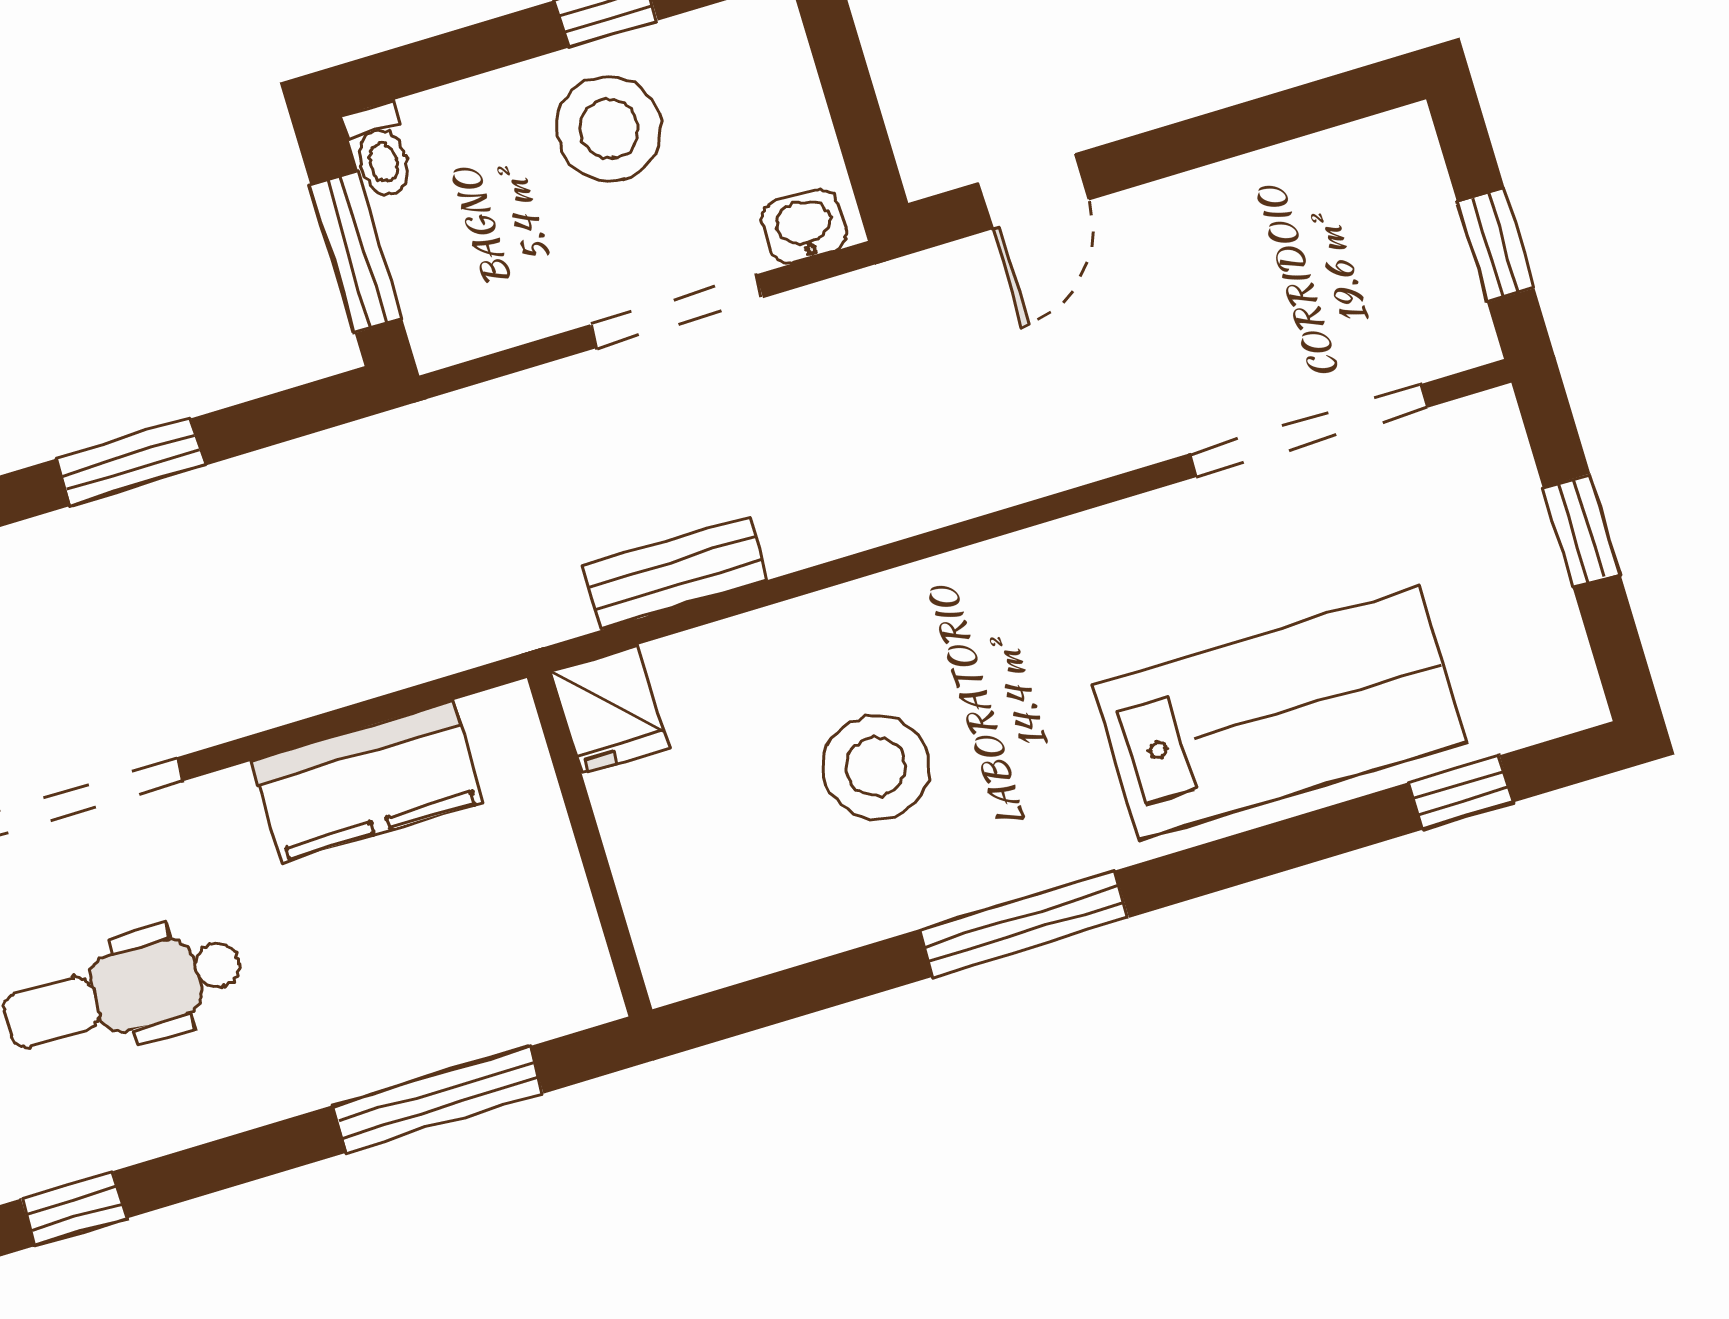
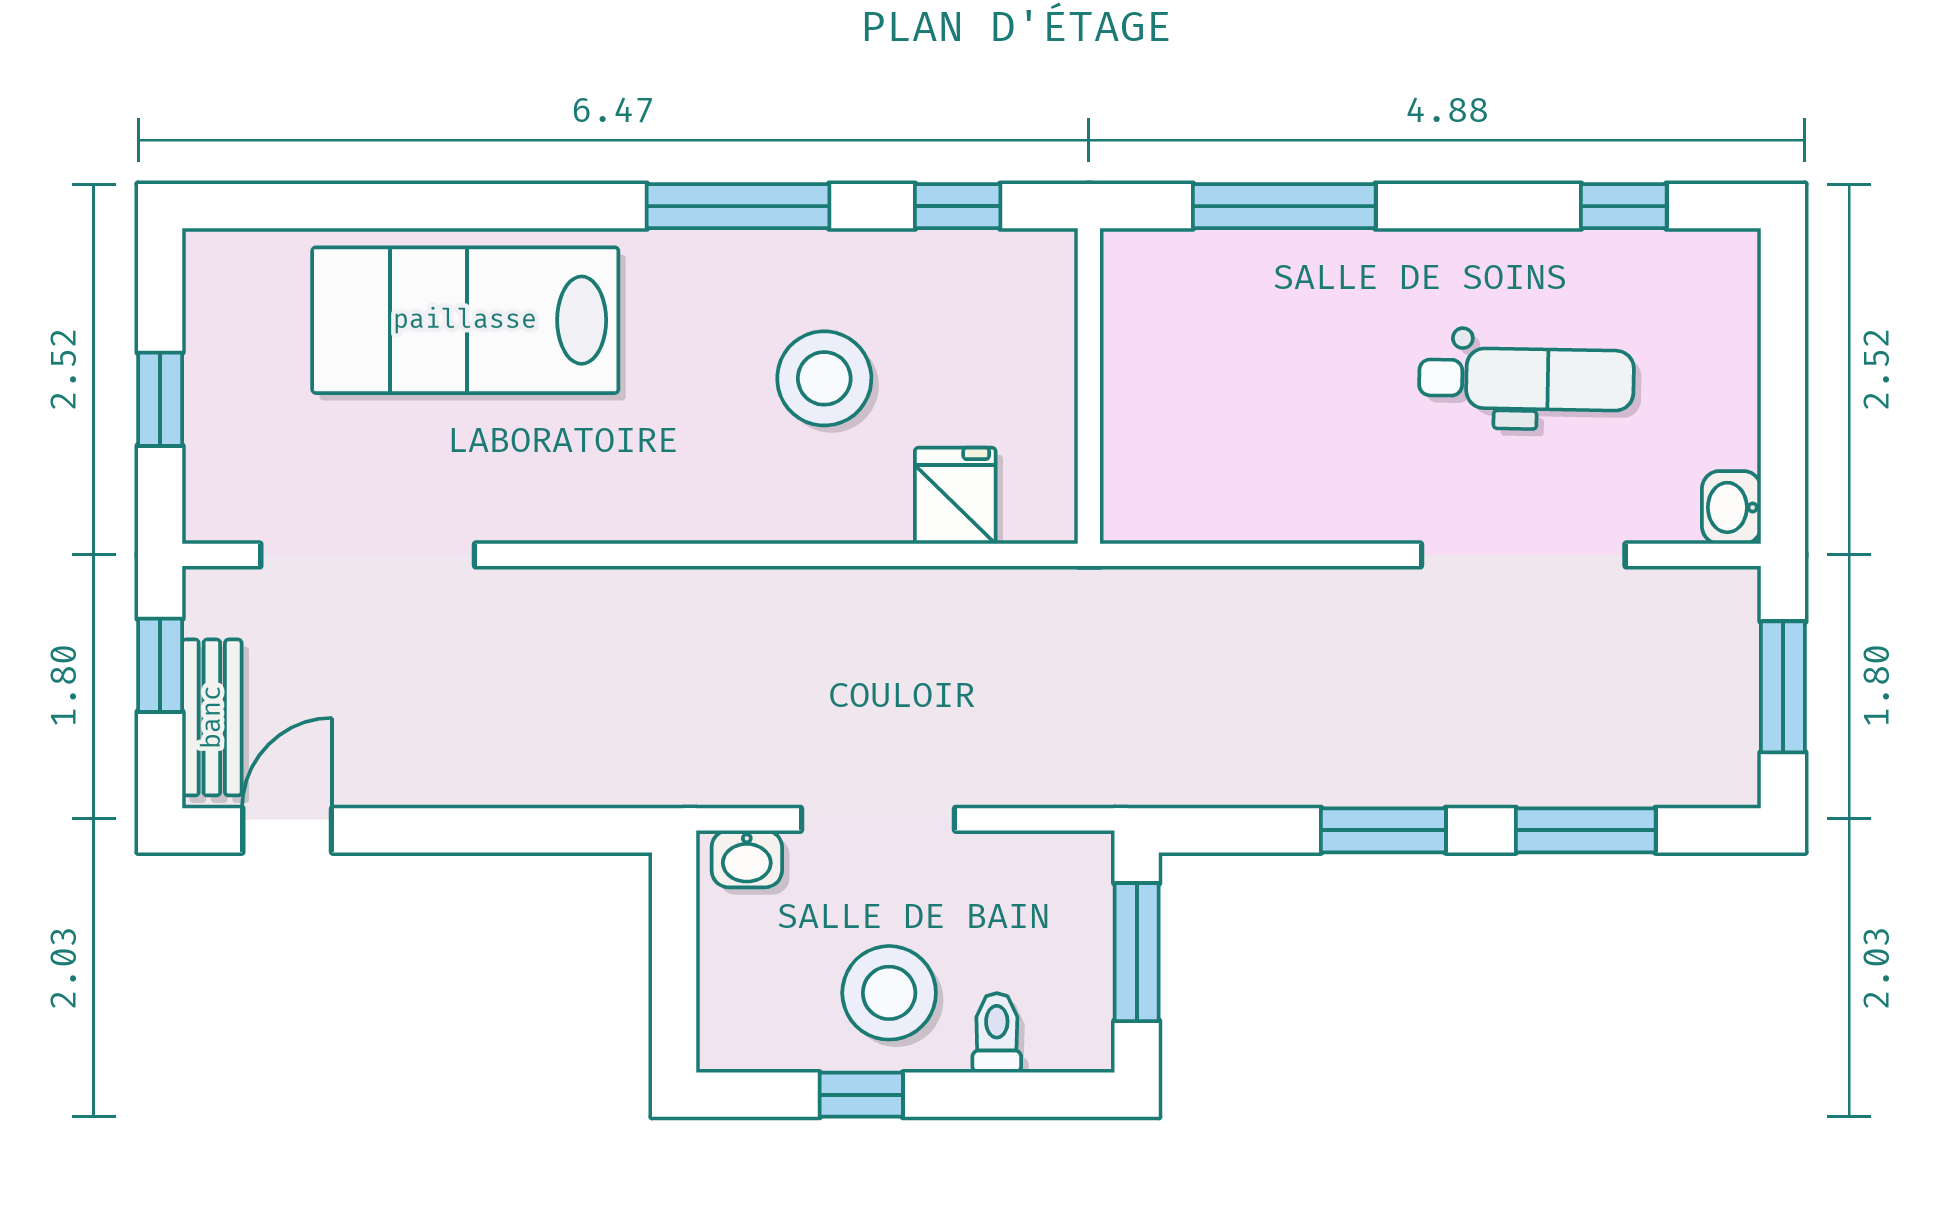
toilet: (380, 151) -> (997, 1033), moved
door: (1034, 191) -> (287, 830), moved
bench: (675, 573) -> (212, 717), moved, turned 90
fridge: (609, 709) -> (955, 496), moved
kitchen counter: (367, 781) -> (1263, 497), removed
window: (1461, 793) -> (958, 206), moved

